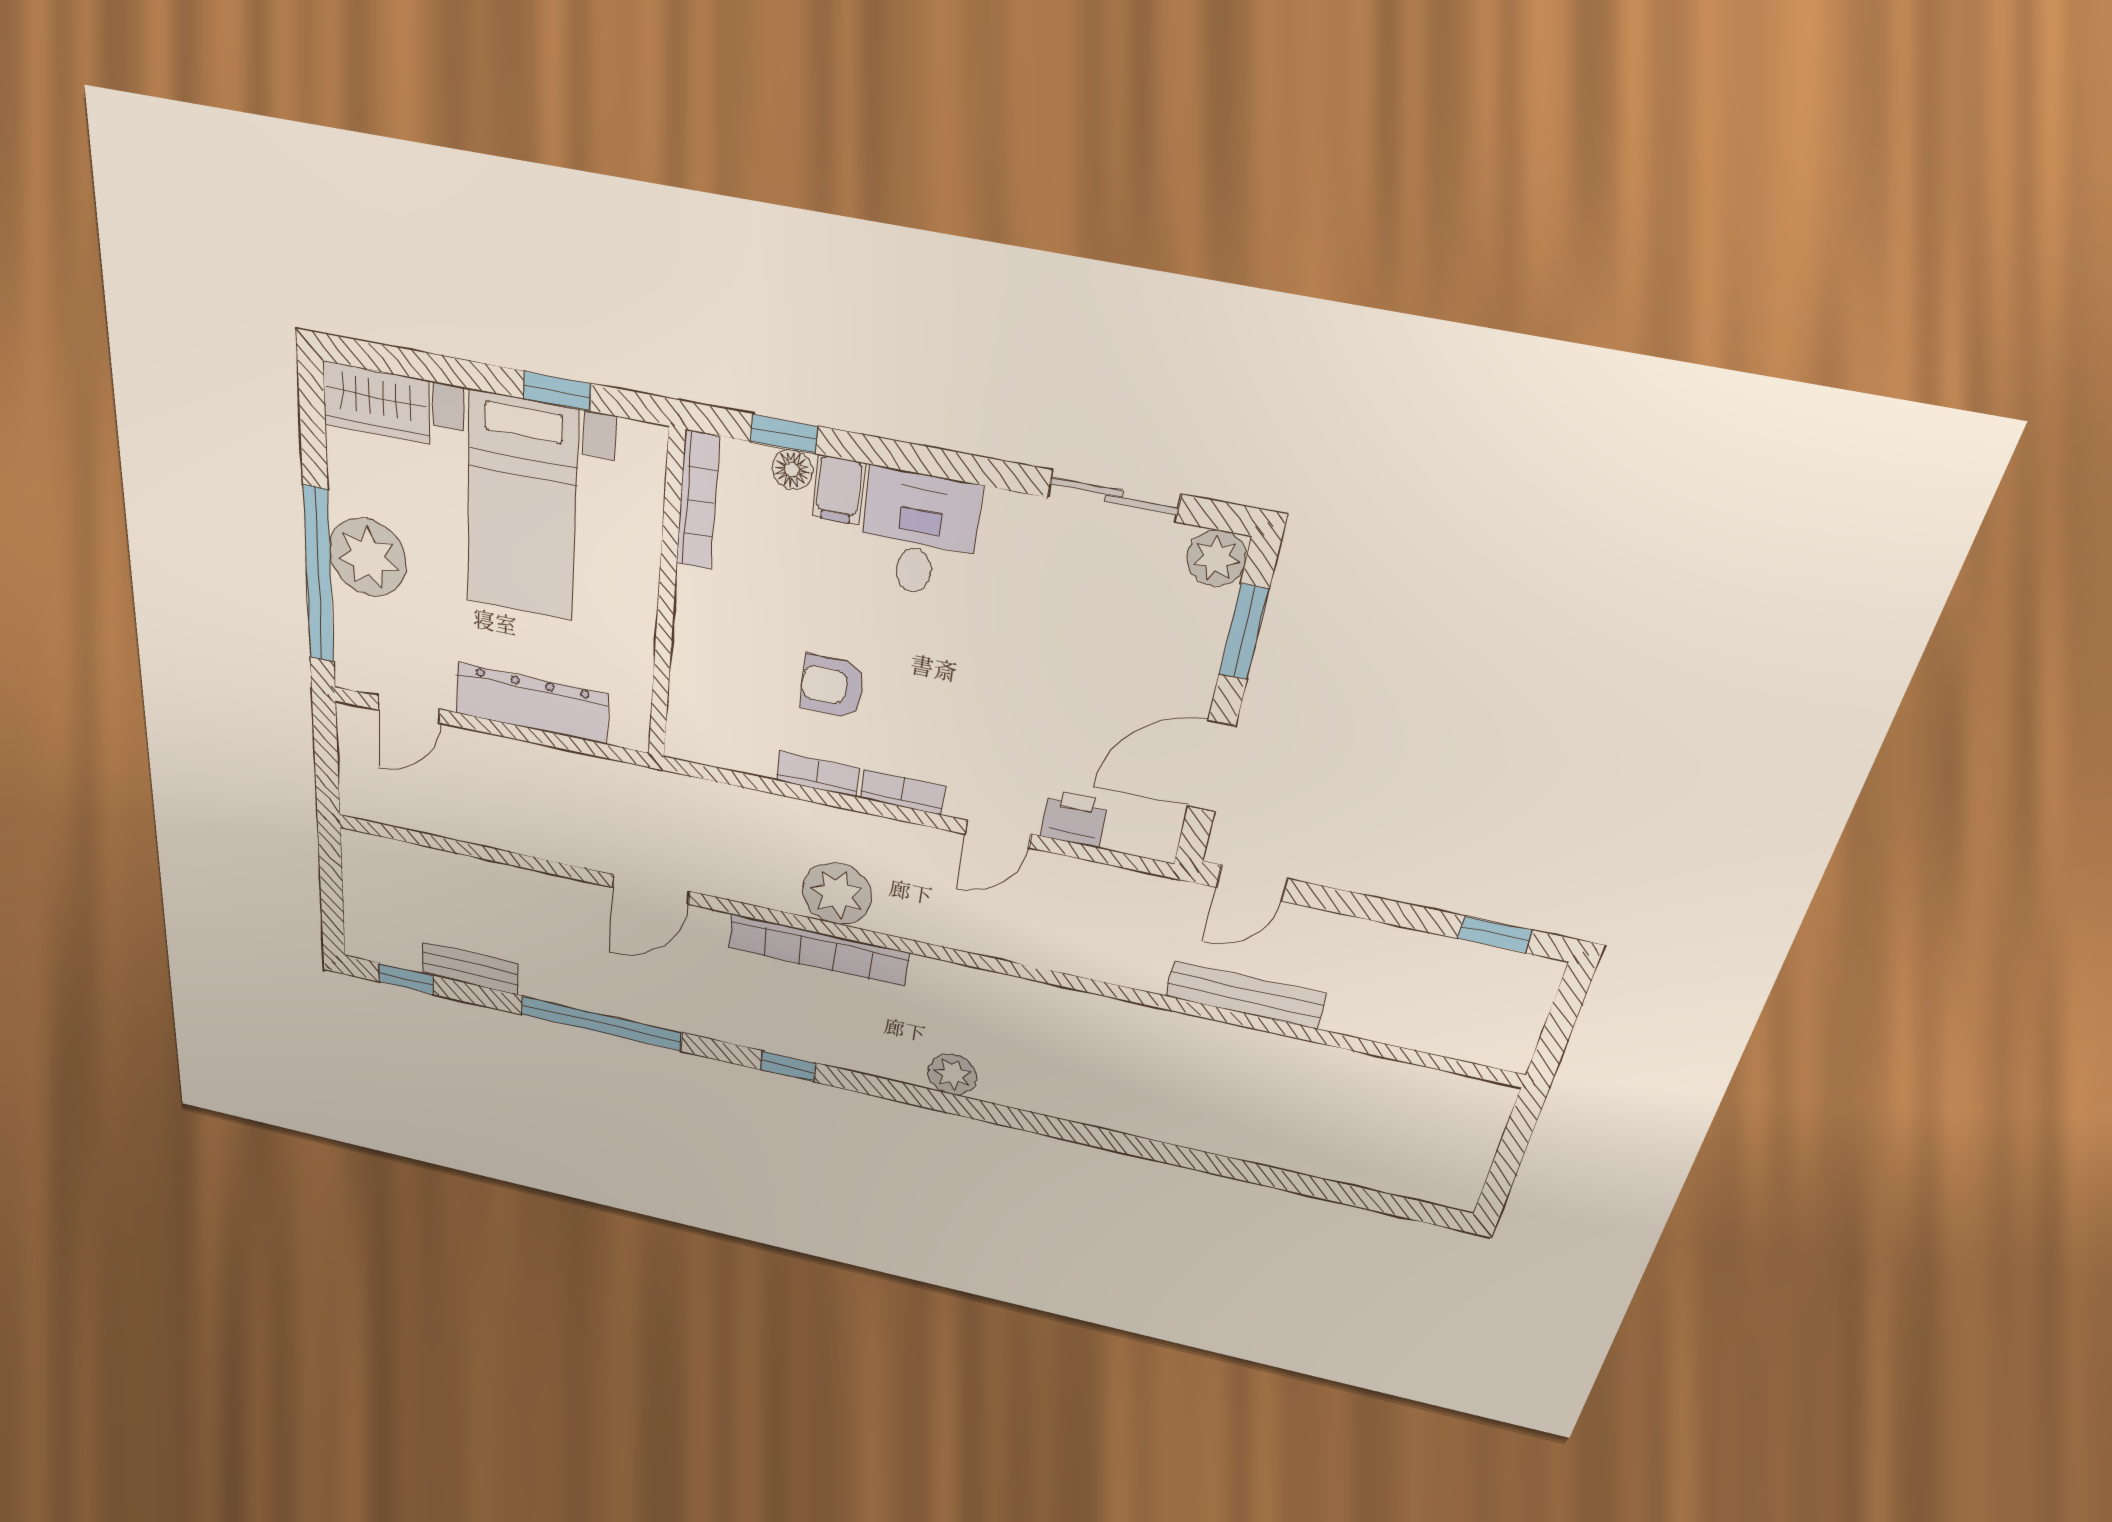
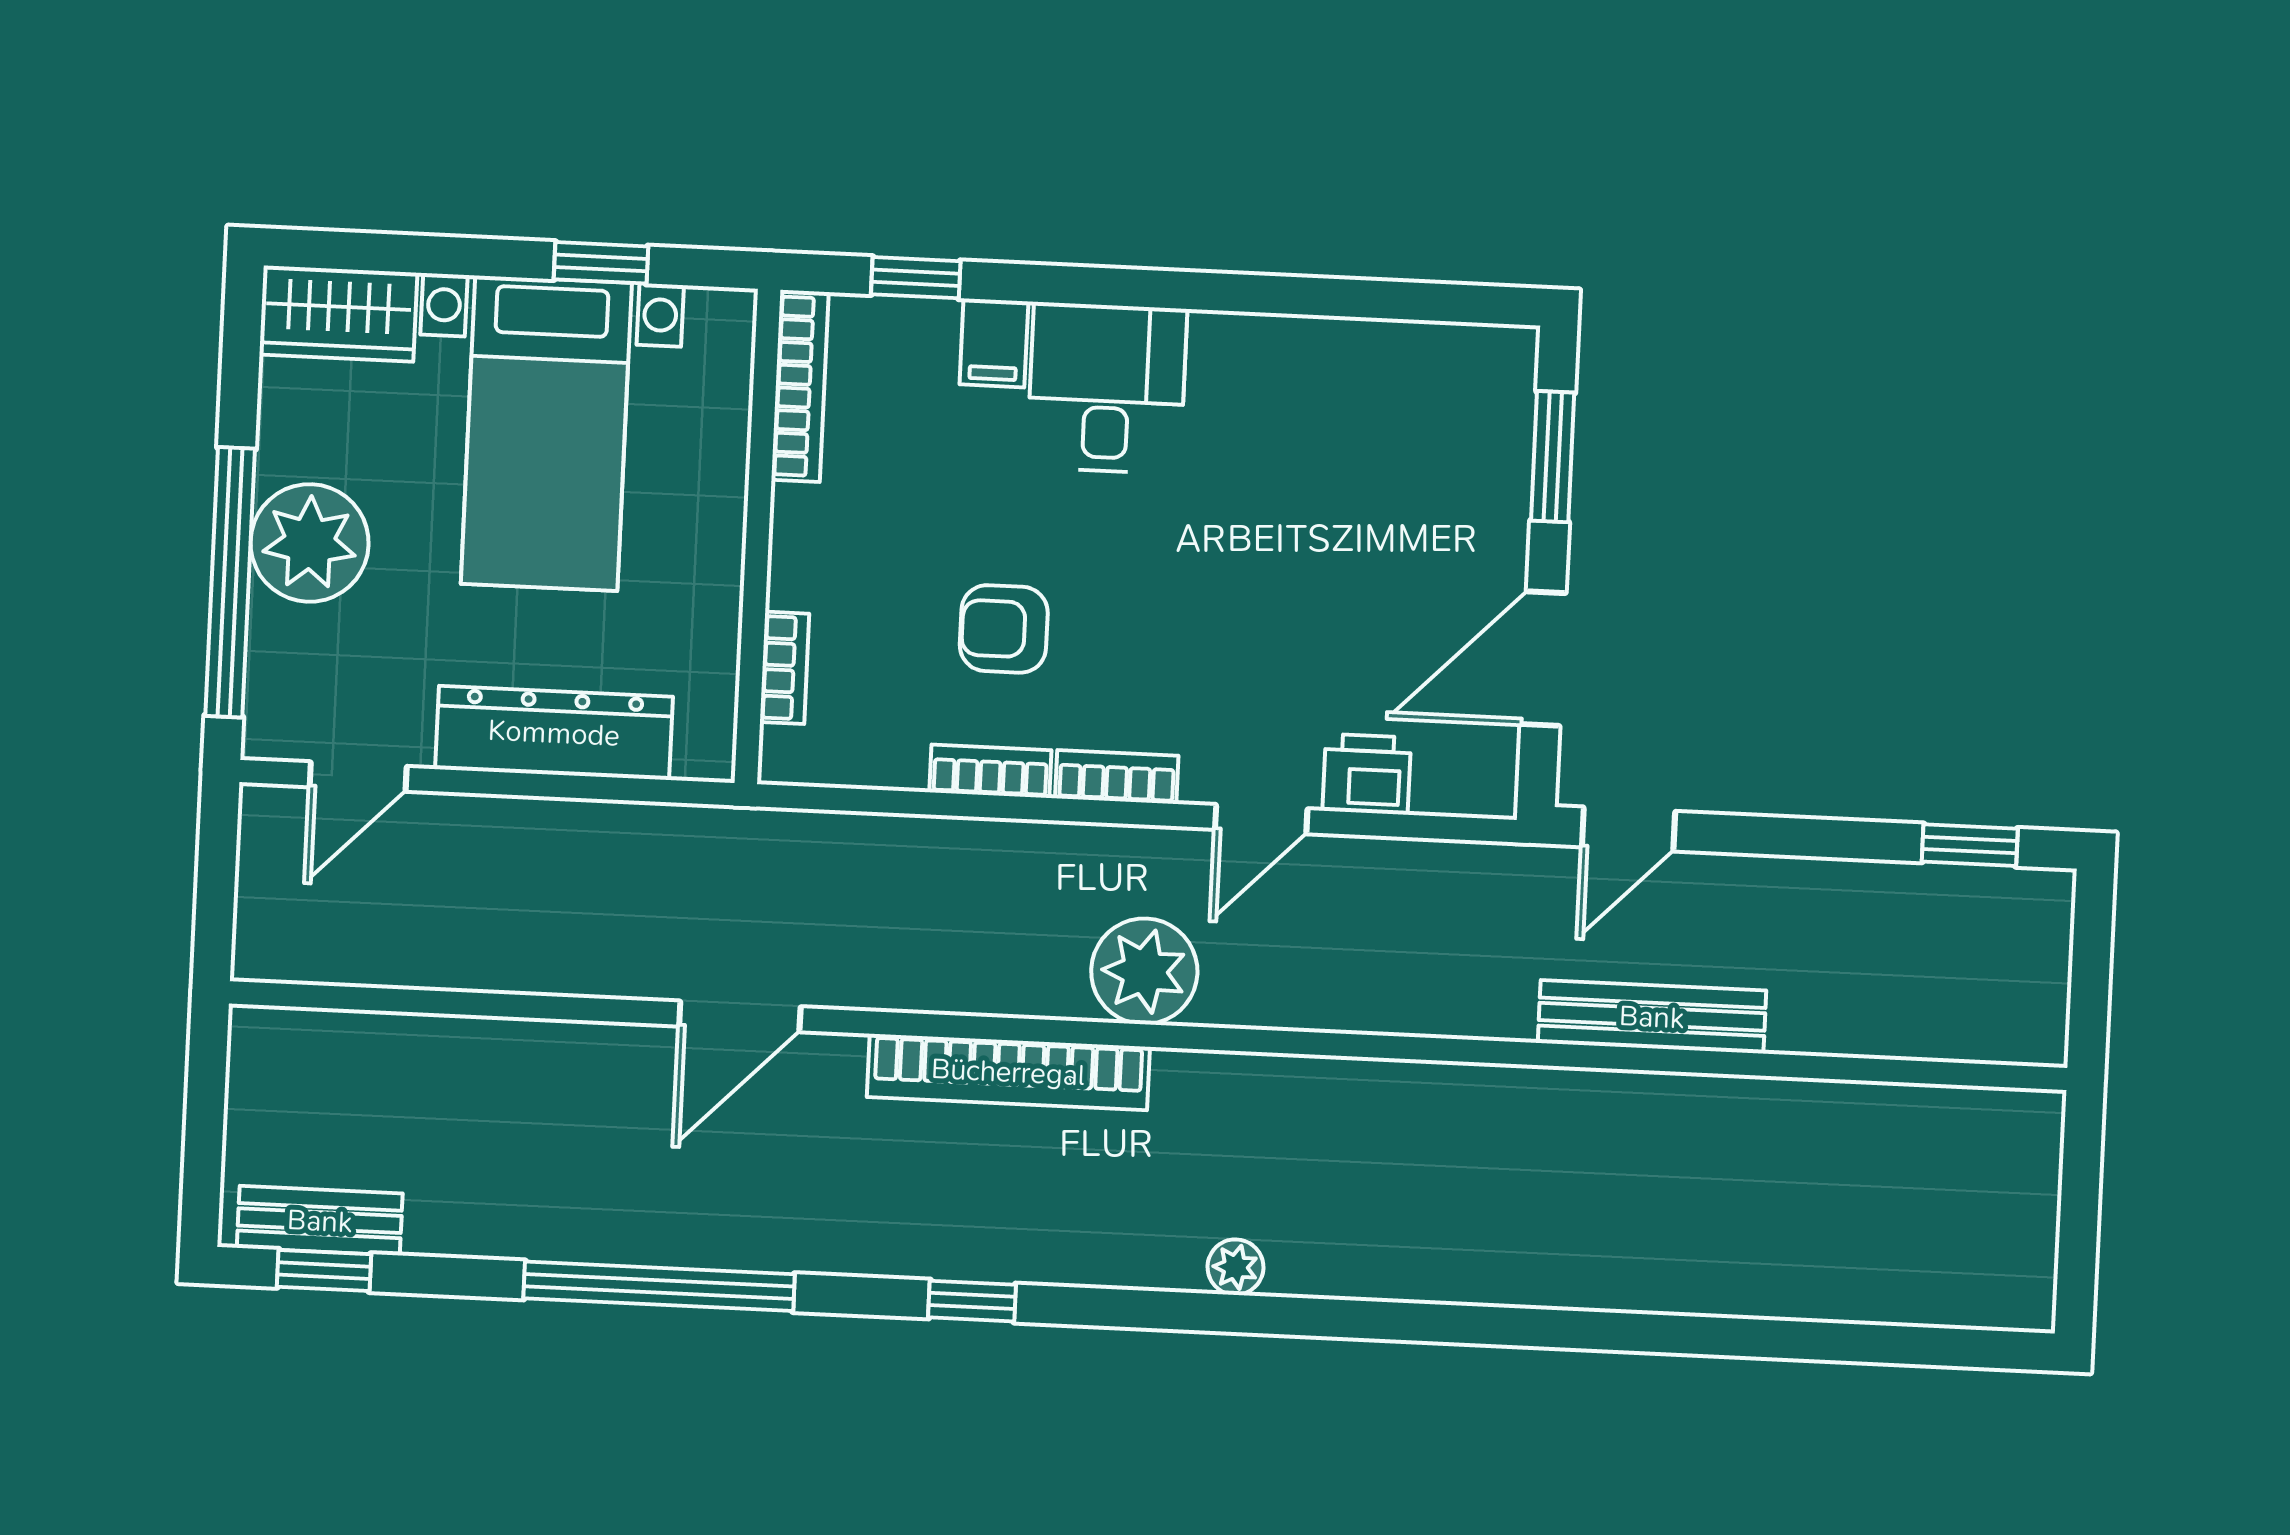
floor lamp: (792, 469) -> (929, 324), removed
sliding door: (1114, 496) -> (1358, 298), removed
plant: (1216, 558) -> (1501, 362), removed
bookcase: (683, 687) -> (785, 668), added
plant: (837, 894) -> (1144, 971), moved
bench: (470, 968) -> (320, 1221), moved
plant: (952, 1074) -> (1235, 1267), width x0.73, depth x0.73

